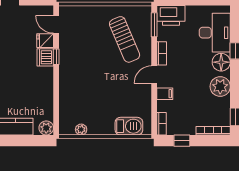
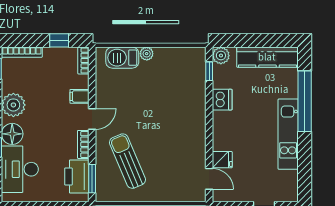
printer: (171, 15) -> (77, 177), moved, turned -90
dishwasher: (45, 57) -> (222, 100), moved
window: (56, 57) -> (209, 71), moved
plant: (81, 130) -> (147, 54), moved

